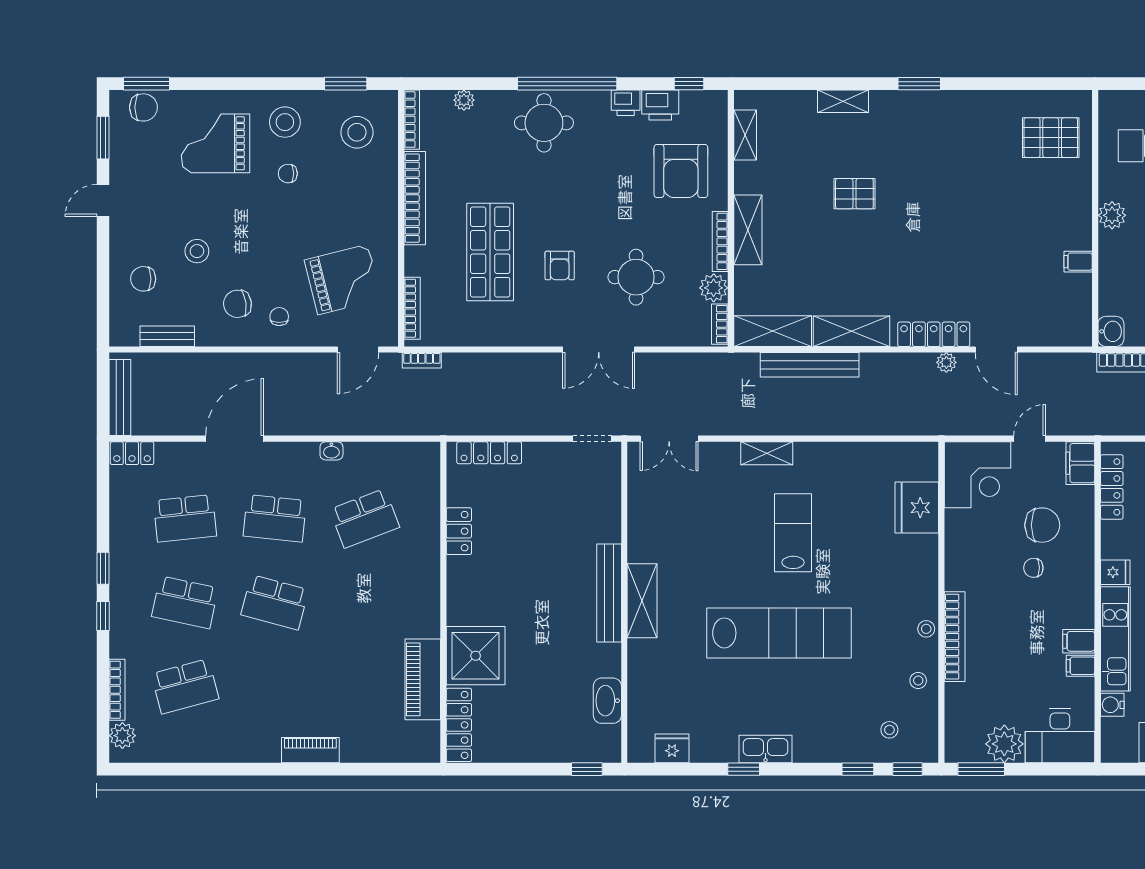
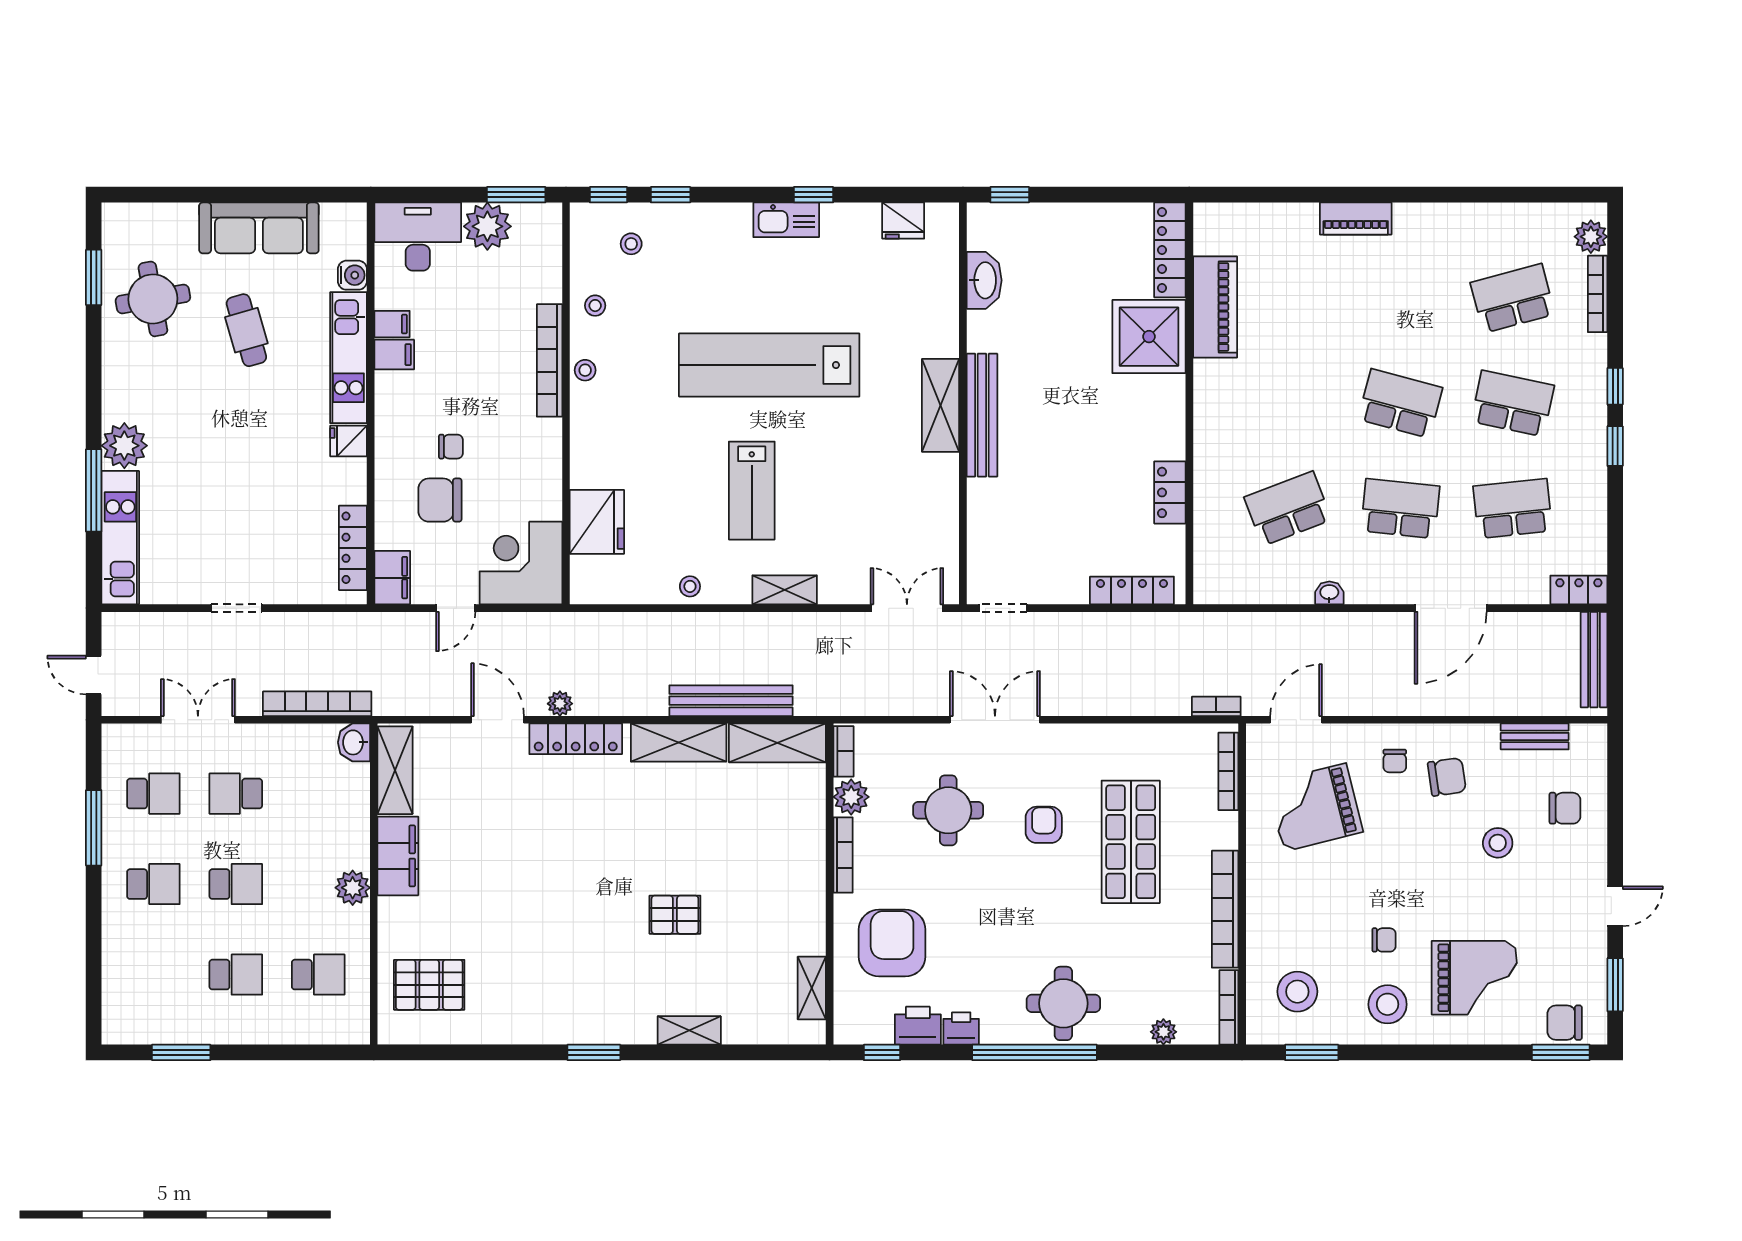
shelving: (748, 230) -> (395, 770), moved
filing cabinet: (1078, 262) -> (398, 856), width x3.00, depth x1.17
stool: (842, 456) -> (690, 586), added

